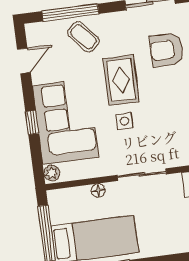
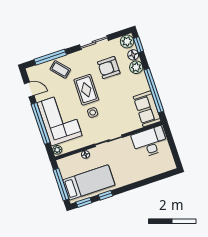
door: (24, 61) -> (29, 90), hinge flipped
window: (32, 122) -> (41, 123), width x3.17

